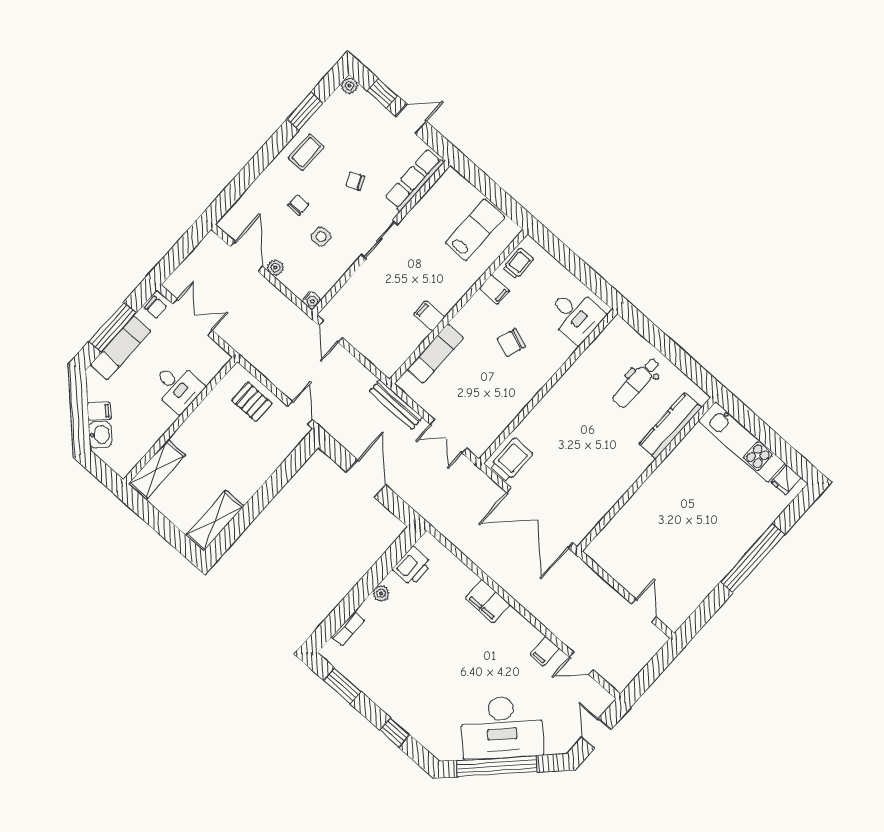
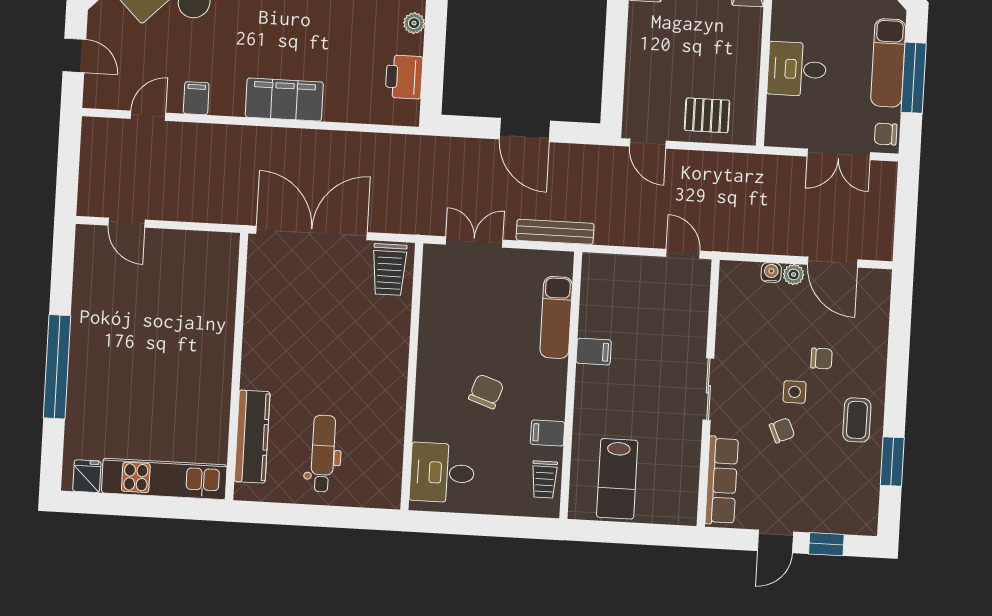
plant: (349, 86) -> (867, 525), removed
chair: (298, 205) -> (822, 358), turned -90
side table: (321, 237) -> (795, 392), moved
water cooler: (311, 300) -> (771, 273), moved, turned 90
filing cabinet: (488, 601) -> (284, 100), width x1.50, depth x1.17

